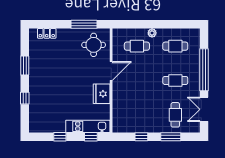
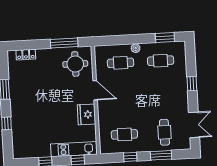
window: (181, 24) -> (165, 38), added
window: (204, 70) -> (192, 84), width x0.32
door: (111, 71) -> (95, 90), hinge flipped
cafe table: (175, 80) -> (124, 134), moved
double door: (204, 109) -> (194, 125), swing flipped

